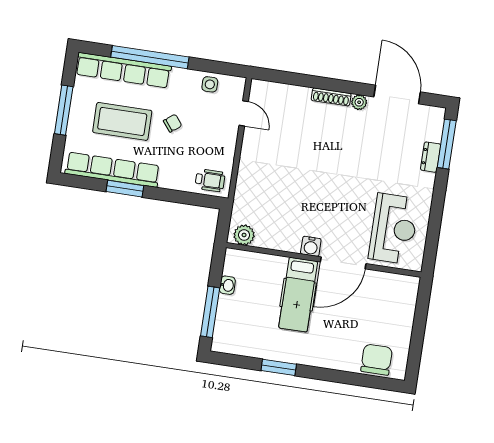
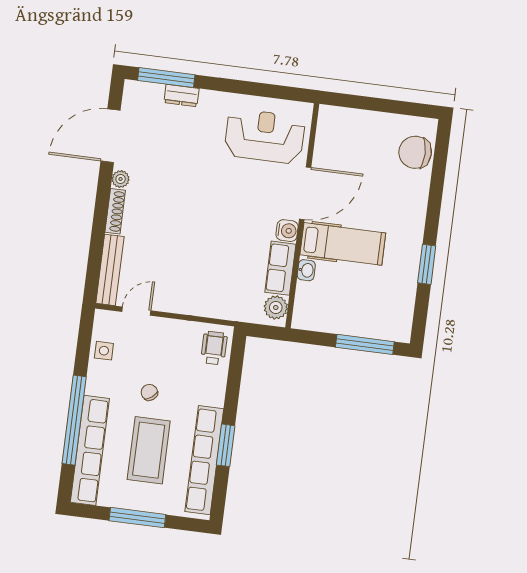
bench: (280, 91) -> (110, 270), added
row of seats: (278, 240) -> (280, 268), added
door: (343, 263) -> (305, 193), hinge flipped
washbasin: (227, 285) -> (306, 270), moved, turned 90

